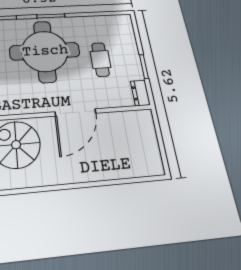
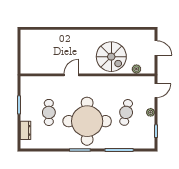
dresser: (140, 93) -> (25, 130), moved
door: (75, 112) -> (71, 75), width x0.53

